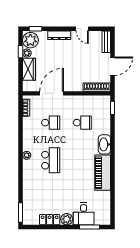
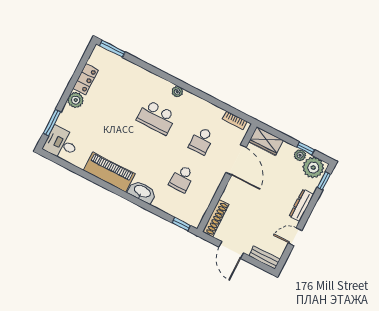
wardrobe: (29, 69) -> (266, 141), moved
desk: (84, 214) -> (61, 143), moved

